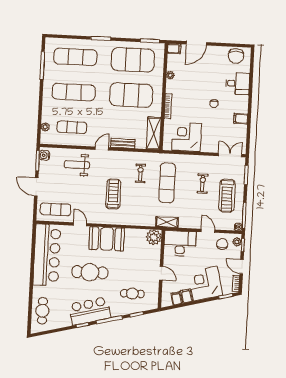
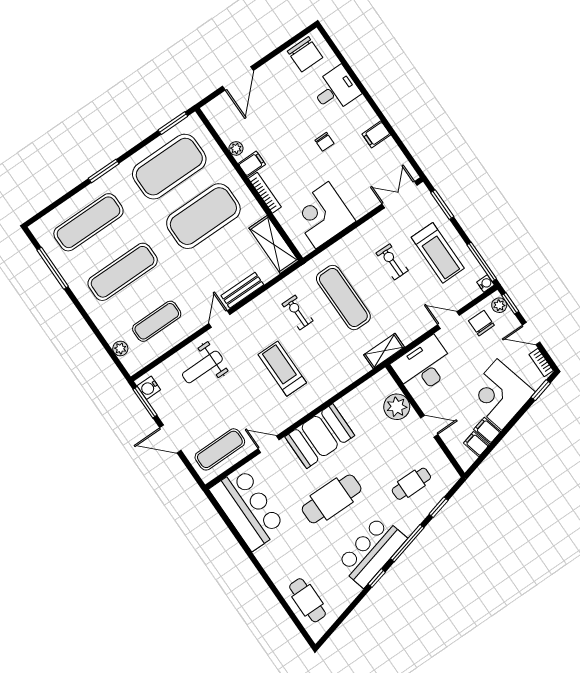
filing cabinet: (174, 49) -> (252, 164), moved
plant: (154, 237) -> (397, 407), moved
bar counter: (47, 255) -> (248, 509), width x0.73

